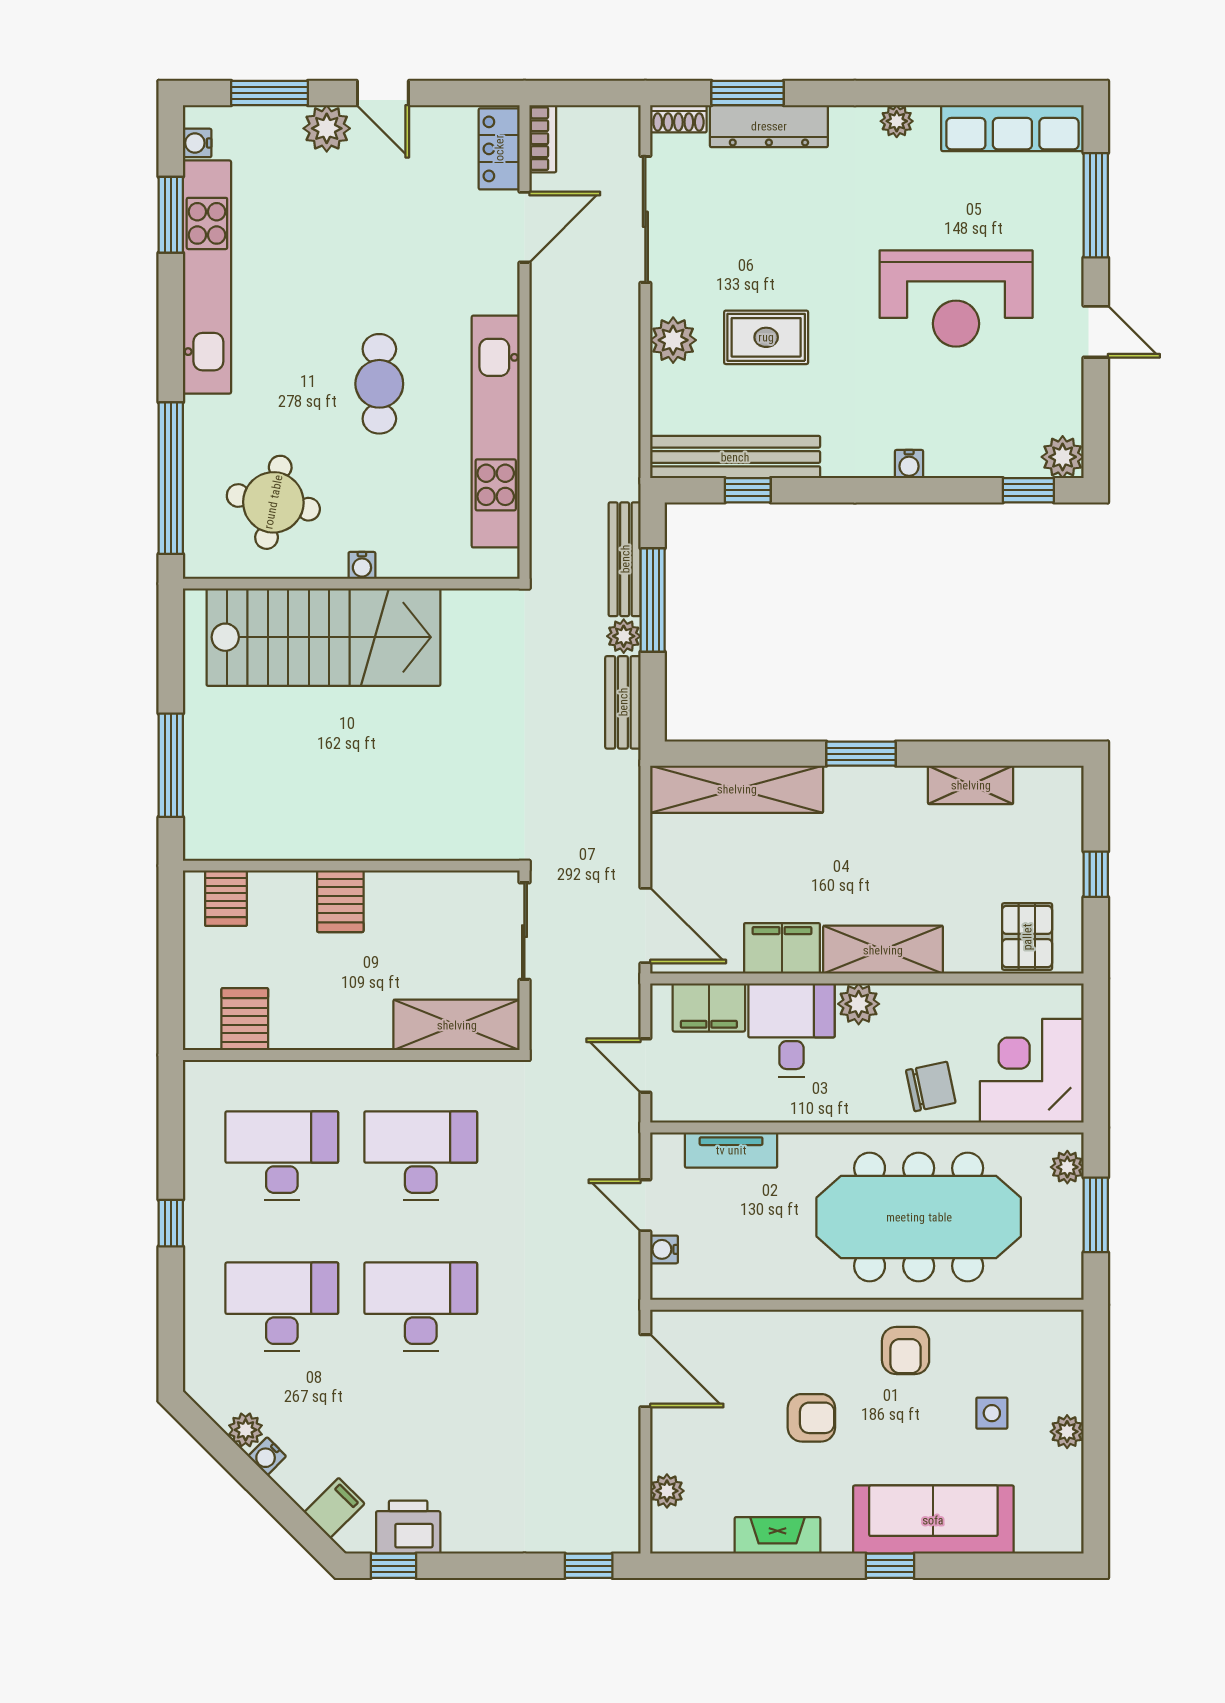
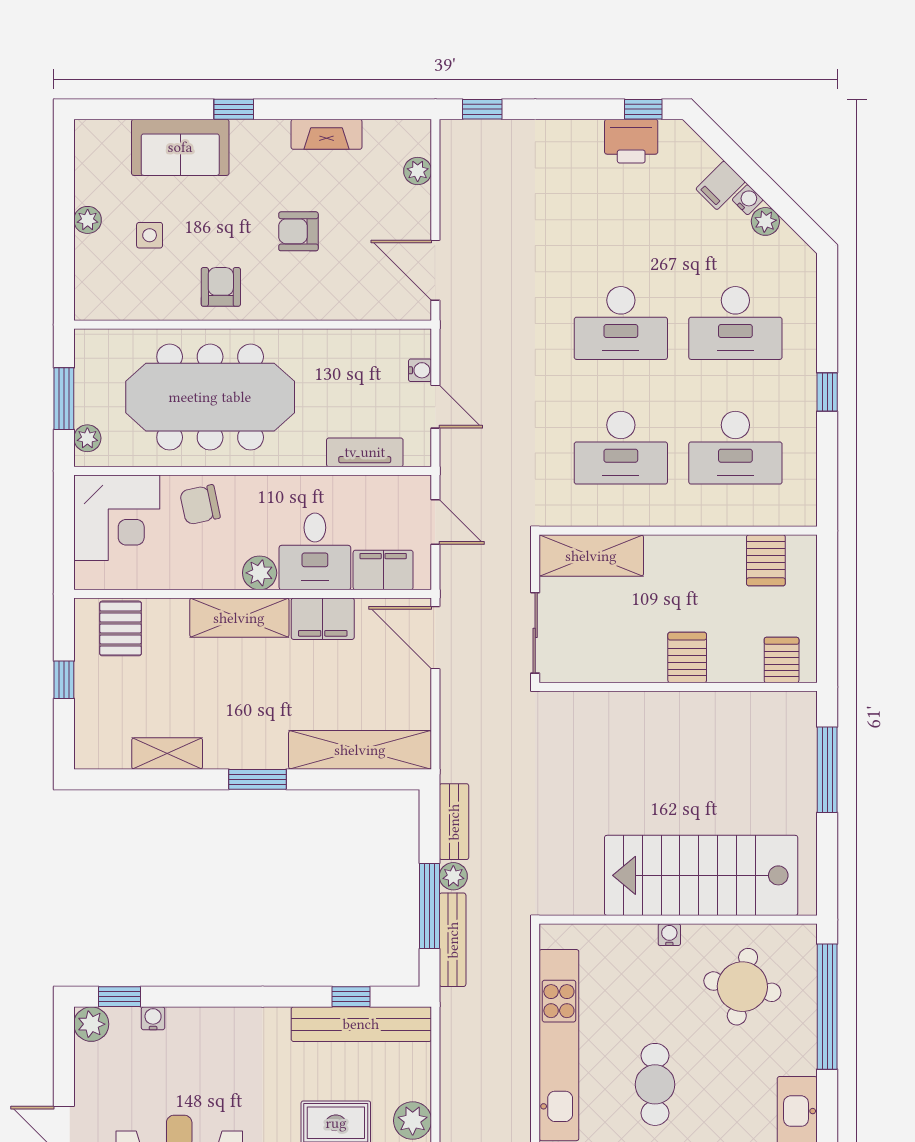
water cooler: (909, 464) -> (153, 1018), moved
filing cabinet: (334, 1508) -> (720, 185), moved
sofa: (933, 1520) -> (180, 147), width x0.73

